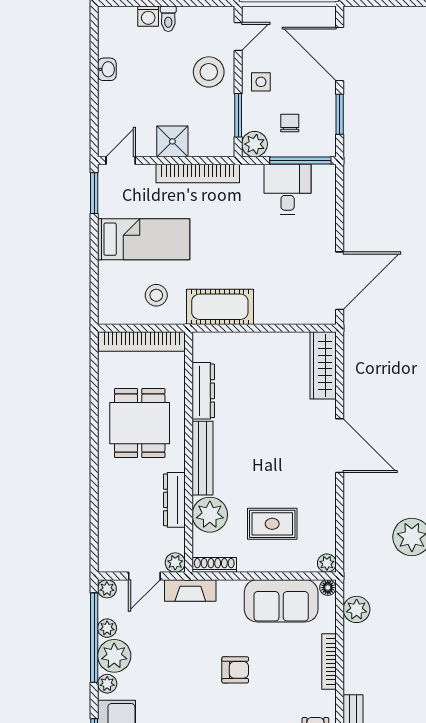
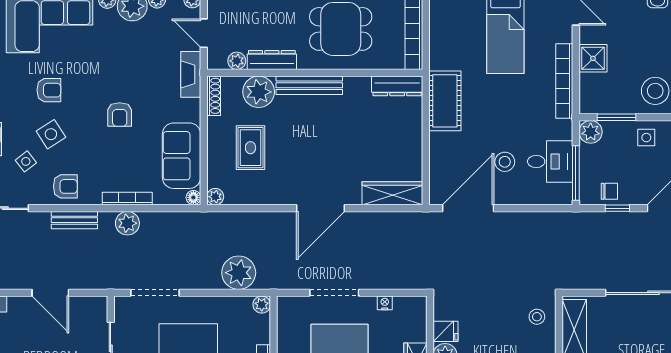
window: (340, 114) -> (617, 208), width x0.67
chair: (290, 123) -> (609, 191), moved
door: (340, 281) -> (468, 208), swing flipped
stool: (156, 295) -> (505, 162), moved
dresser: (203, 391) -> (397, 86), moved
plant: (175, 563) -> (237, 61), moved
plant: (357, 609) -> (127, 223), moved

